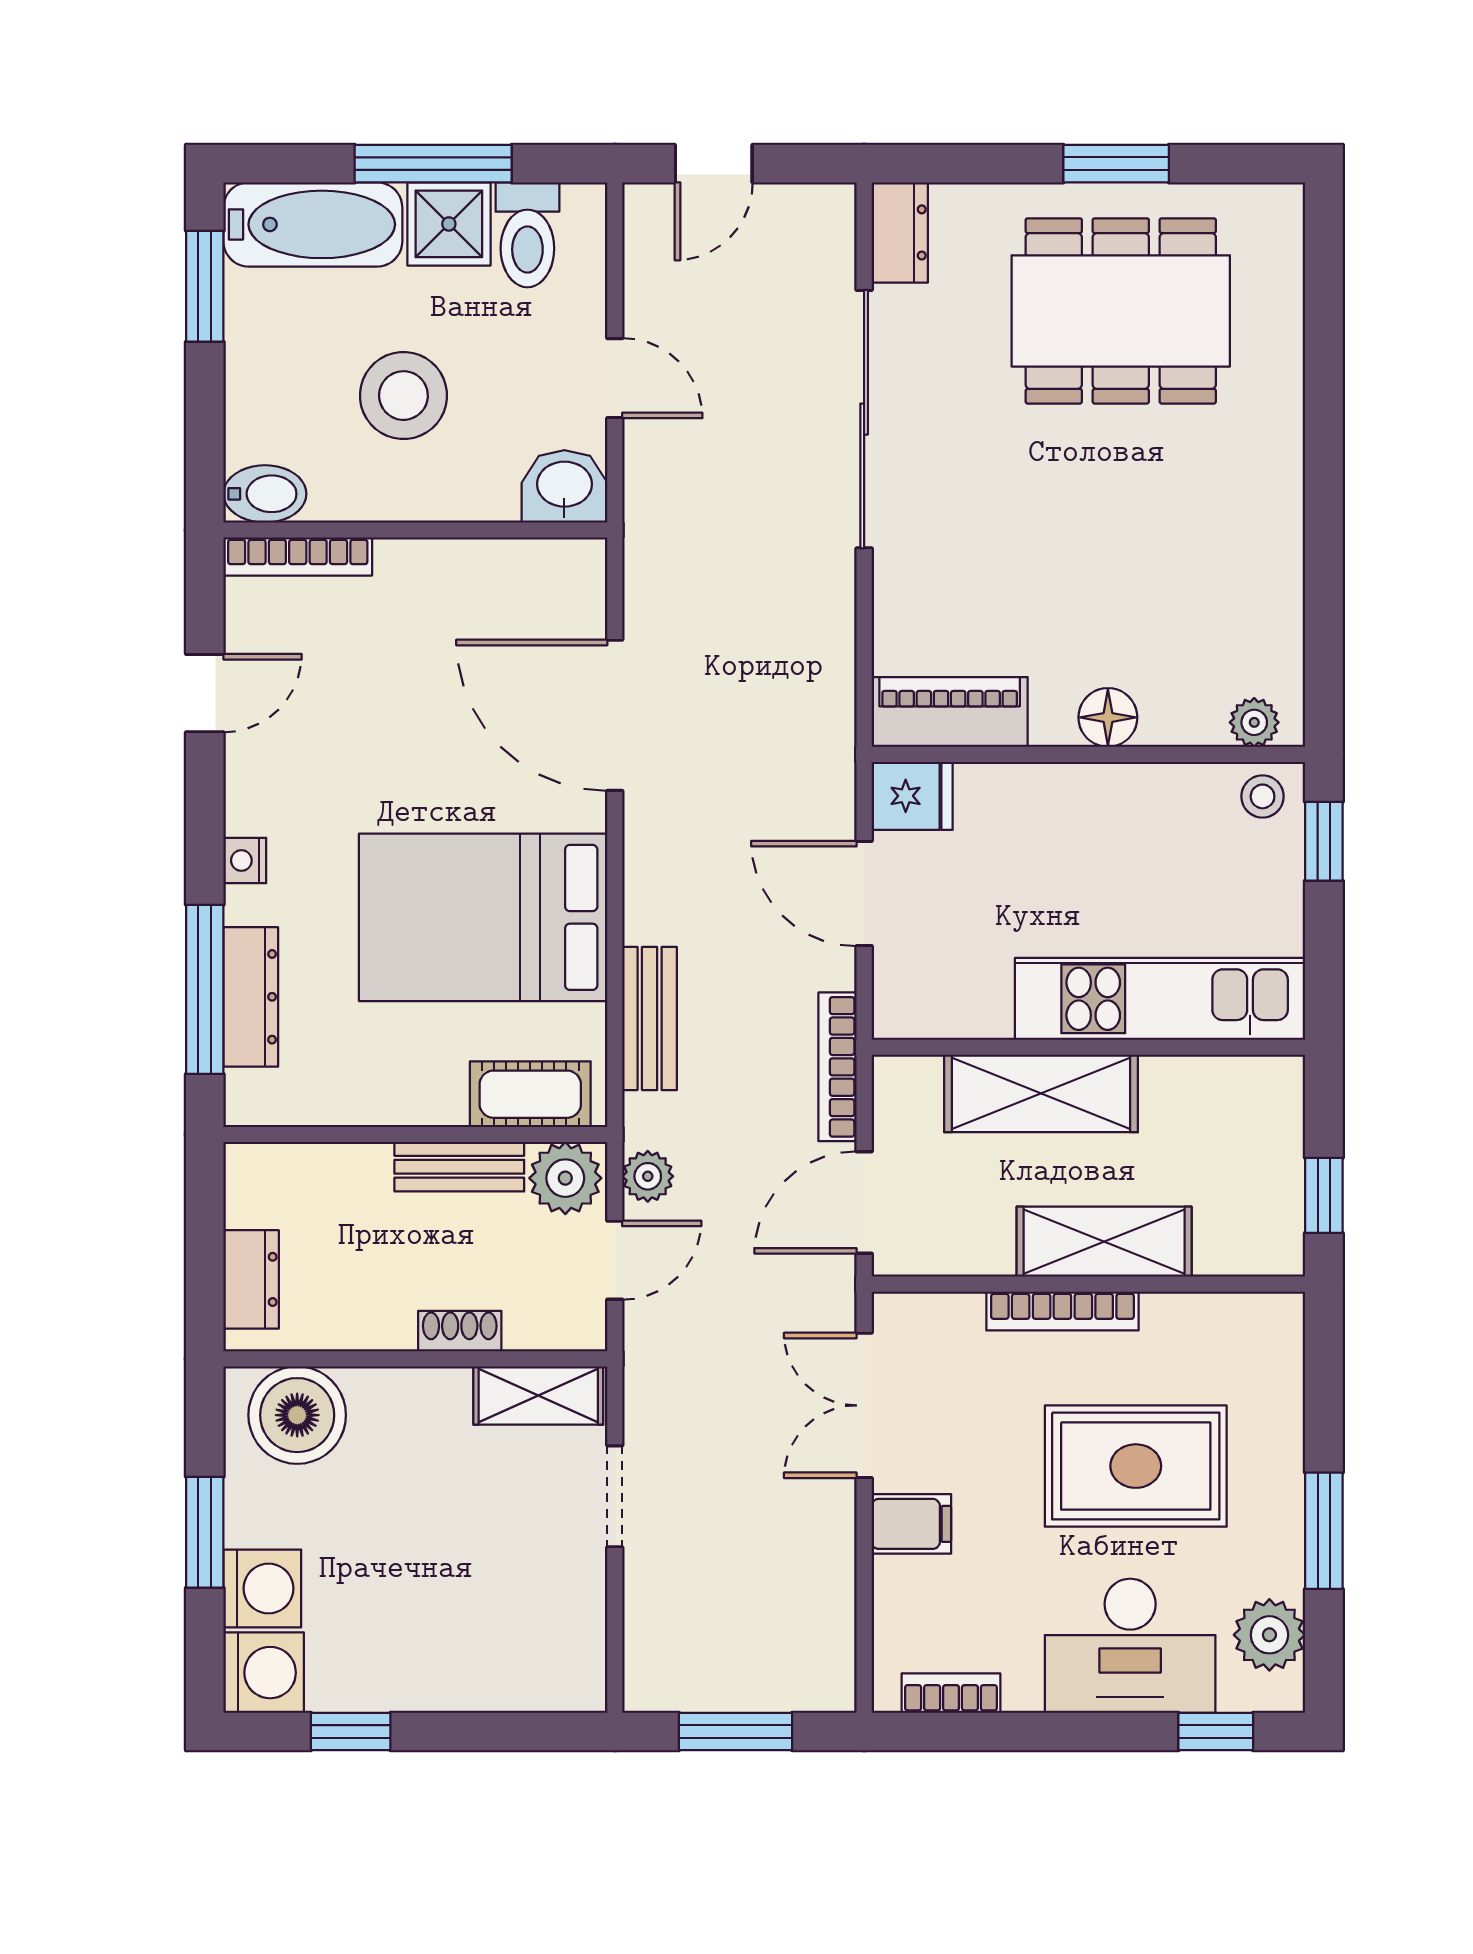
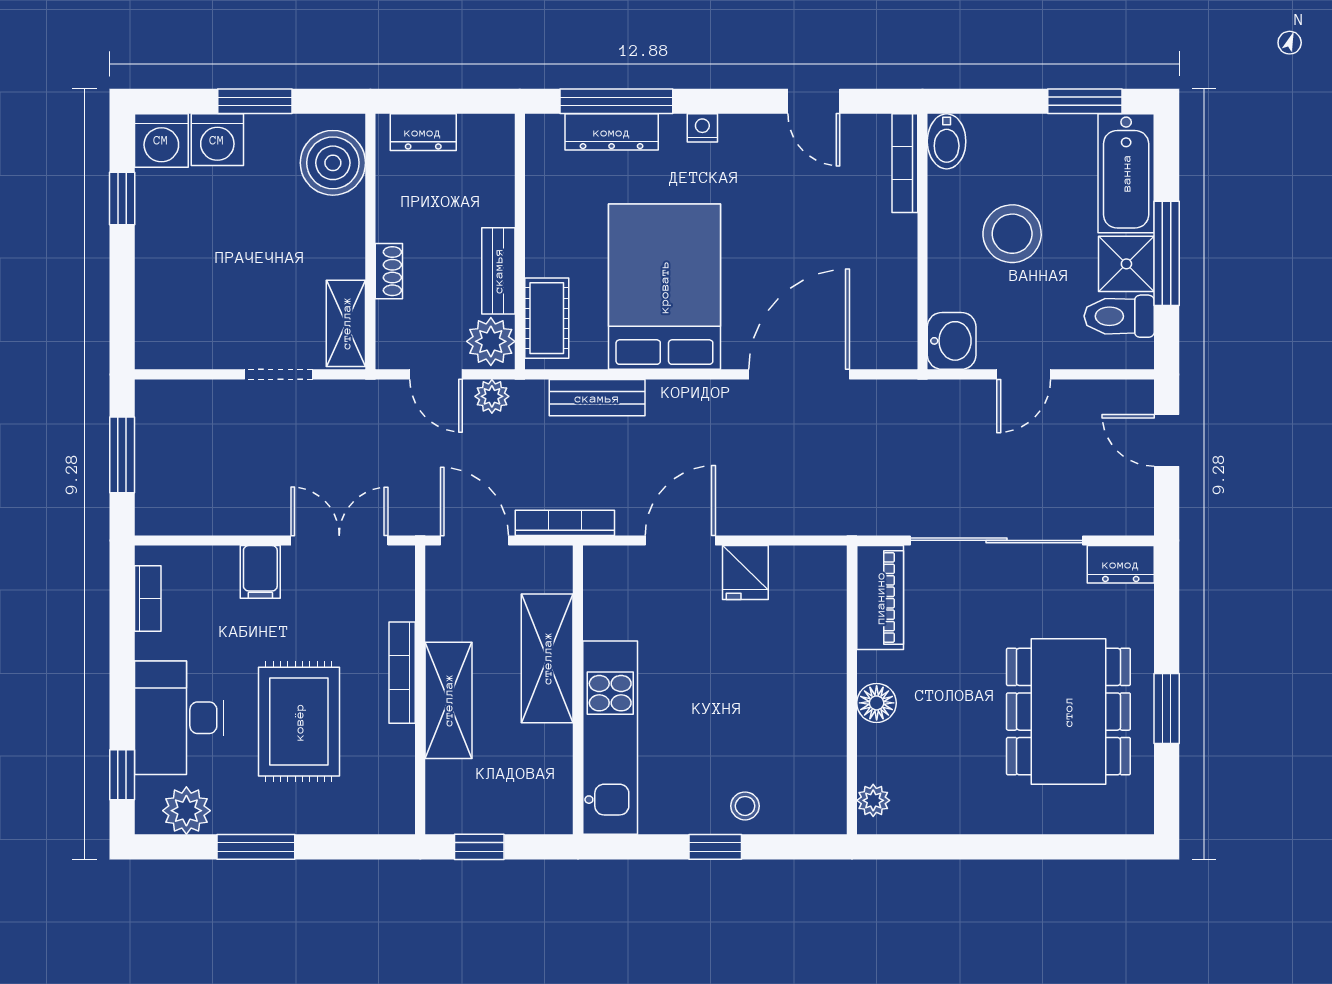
piano: (950, 712) -> (880, 598), moved
floor lamp: (1108, 717) -> (877, 703), moved
plant: (1254, 722) -> (873, 800), moved
wall: (1088, 754) -> (852, 690), moved

